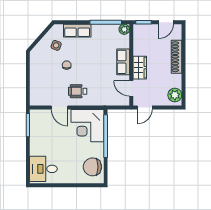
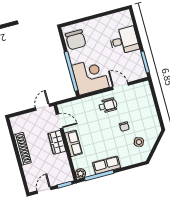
row of seats: (77, 31) -> (107, 165), moved
shoe rack: (177, 57) -> (22, 149), moved
plant: (175, 95) -> (18, 126), removed
chair: (92, 167) -> (76, 40), turned 90
desk: (43, 169) -> (124, 41), moved

